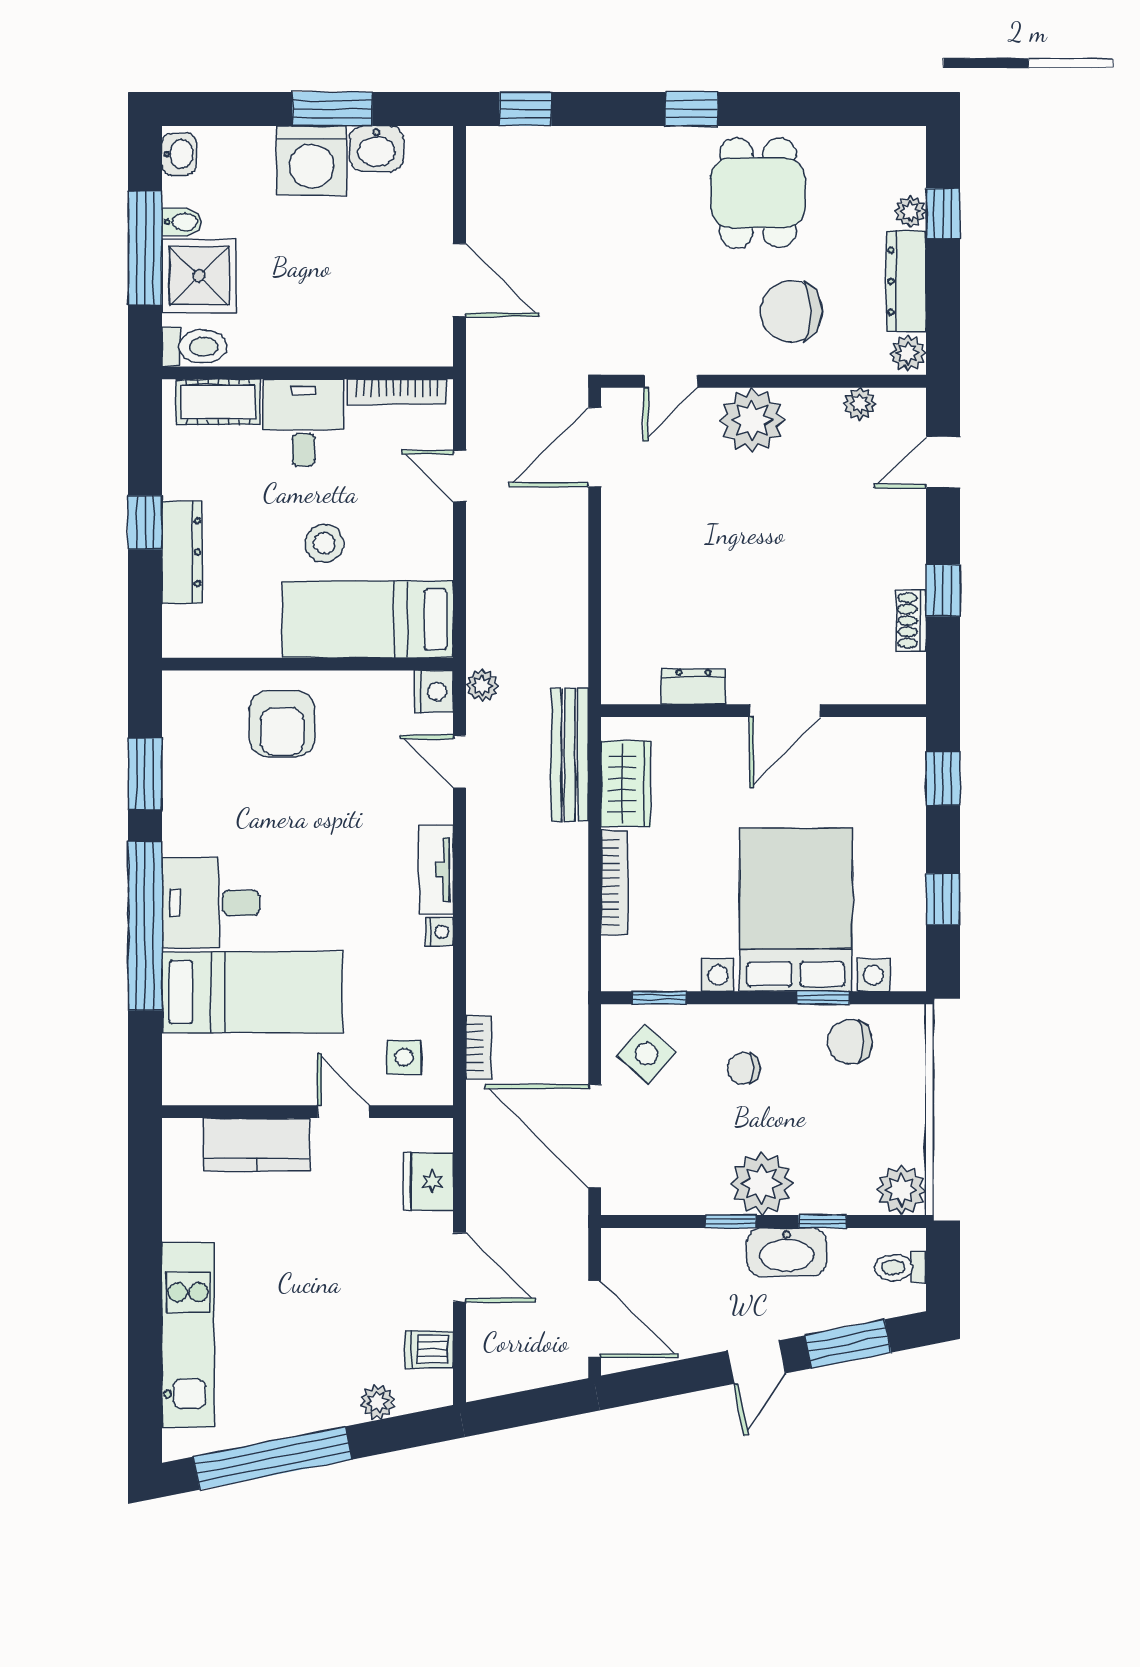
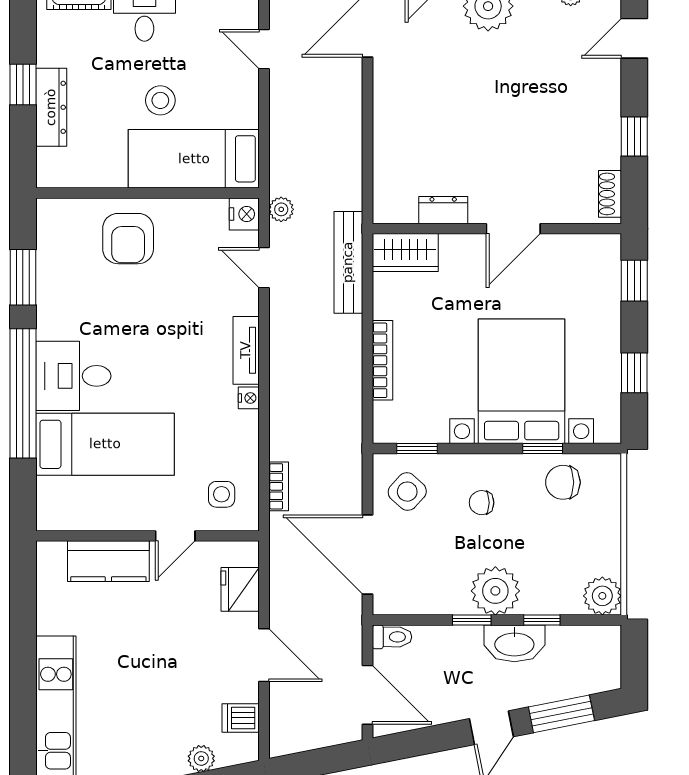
shoe rack: (911, 621) -> (610, 194), moved
wardrobe: (626, 784) -> (405, 253), moved, turned 90
door: (344, 1112) -> (175, 536), swing flipped
toilet: (900, 1267) -> (392, 637), moved, turned 180

